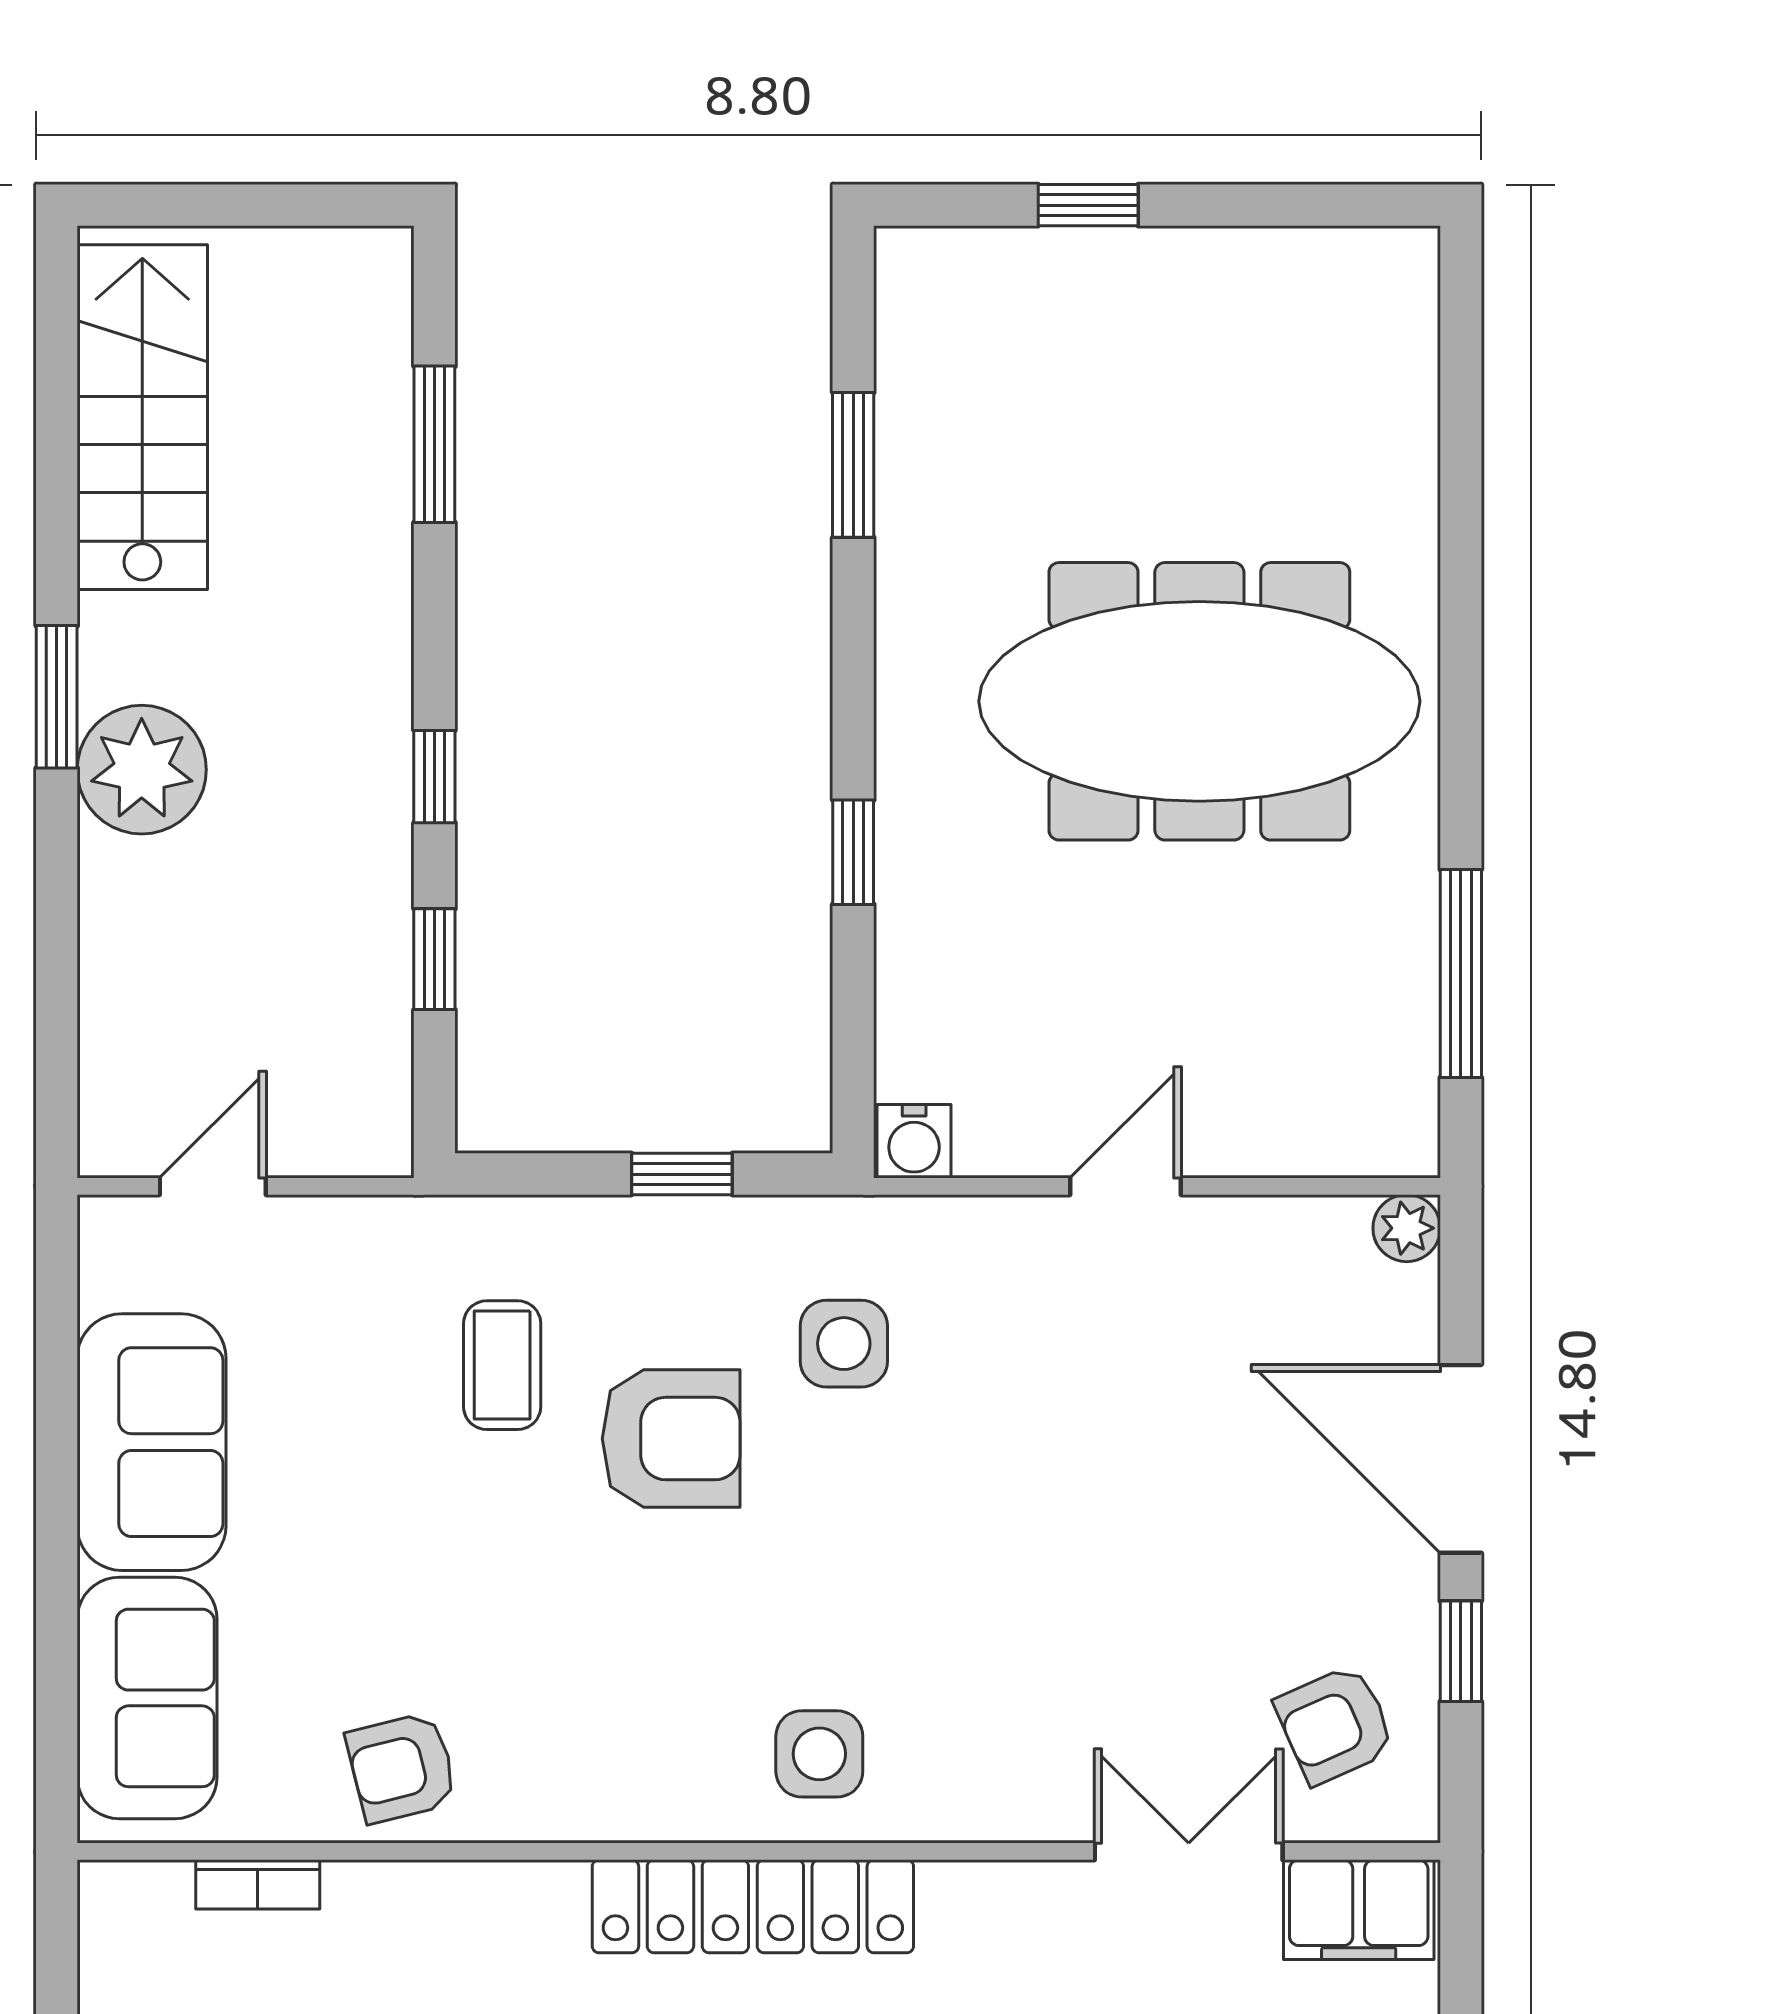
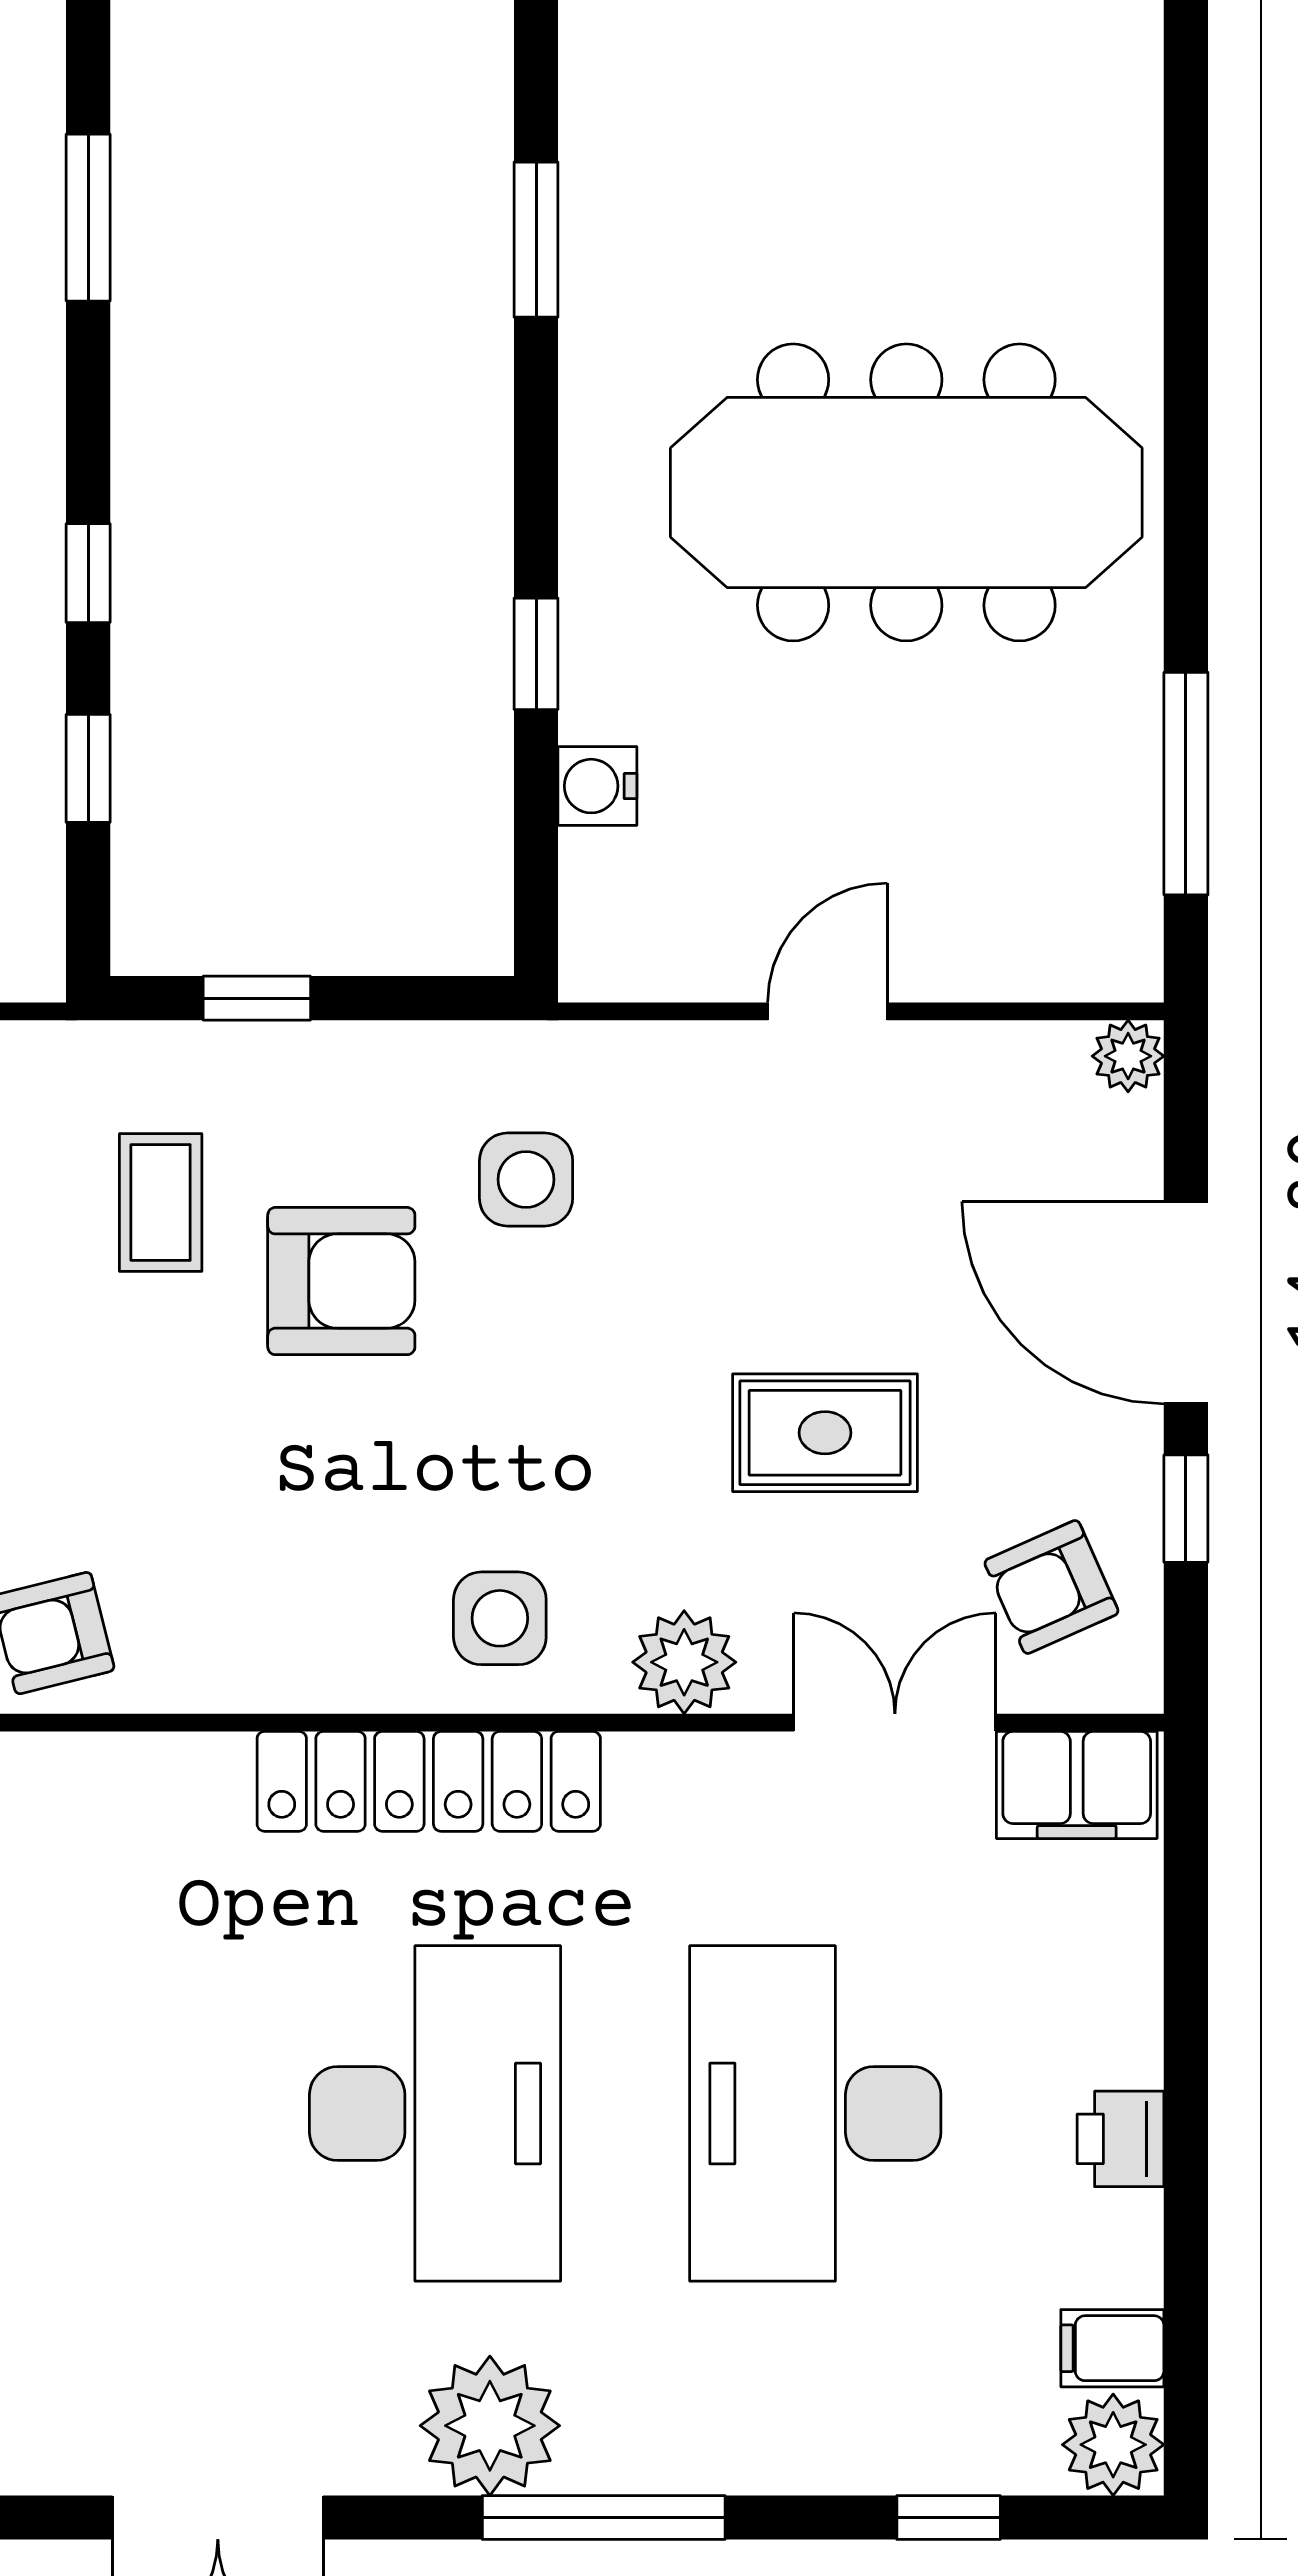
water cooler: (914, 1141) -> (597, 786), moved, turned 90
window: (682, 1174) -> (257, 998), moved
rug: (1123, 1580) -> (825, 1433), added
plant: (992, 1795) -> (684, 1662), added

